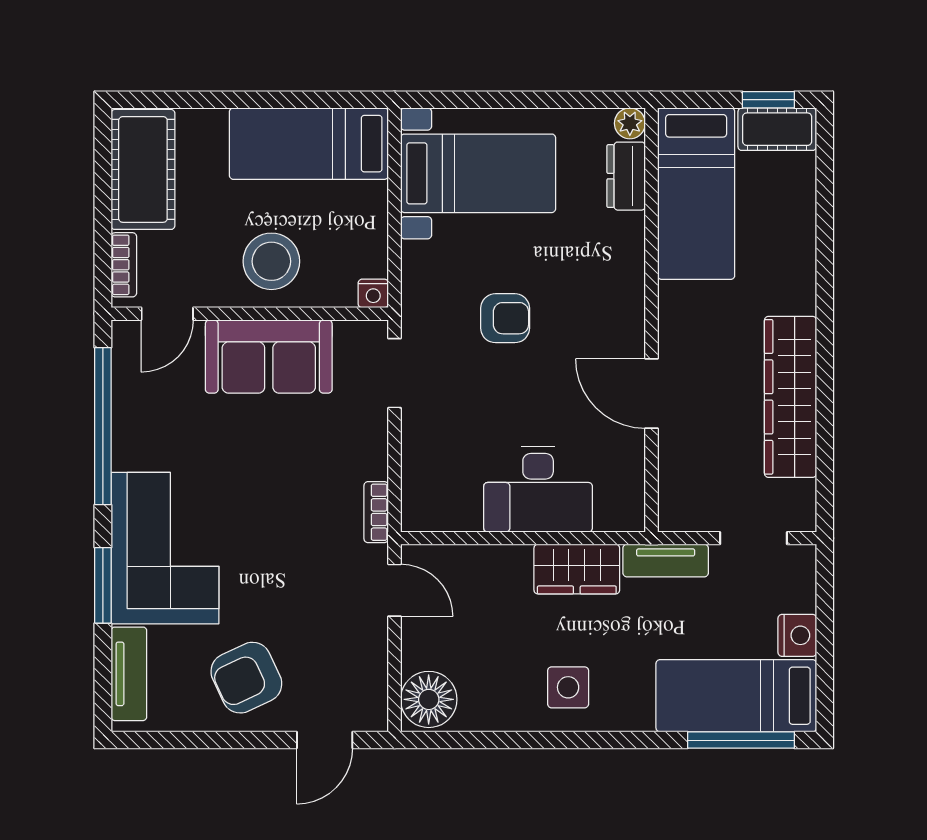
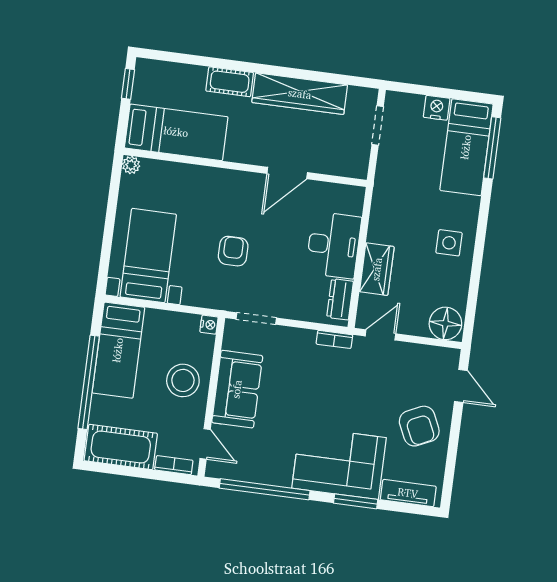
window: (247, 100) -> (89, 382), added
cot: (777, 129) -> (230, 82), moved, turned 90
dresser: (626, 176) -> (340, 299), moved, turned 90
tv unit: (666, 561) -> (384, 177), removed
wardrobe: (577, 569) -> (377, 269), moved

